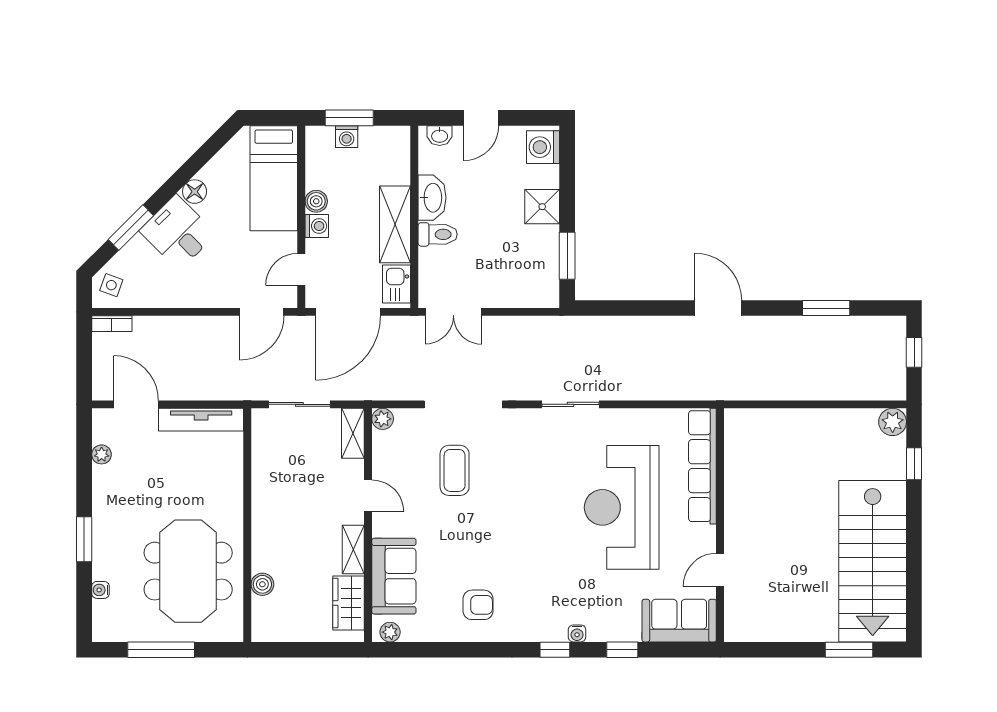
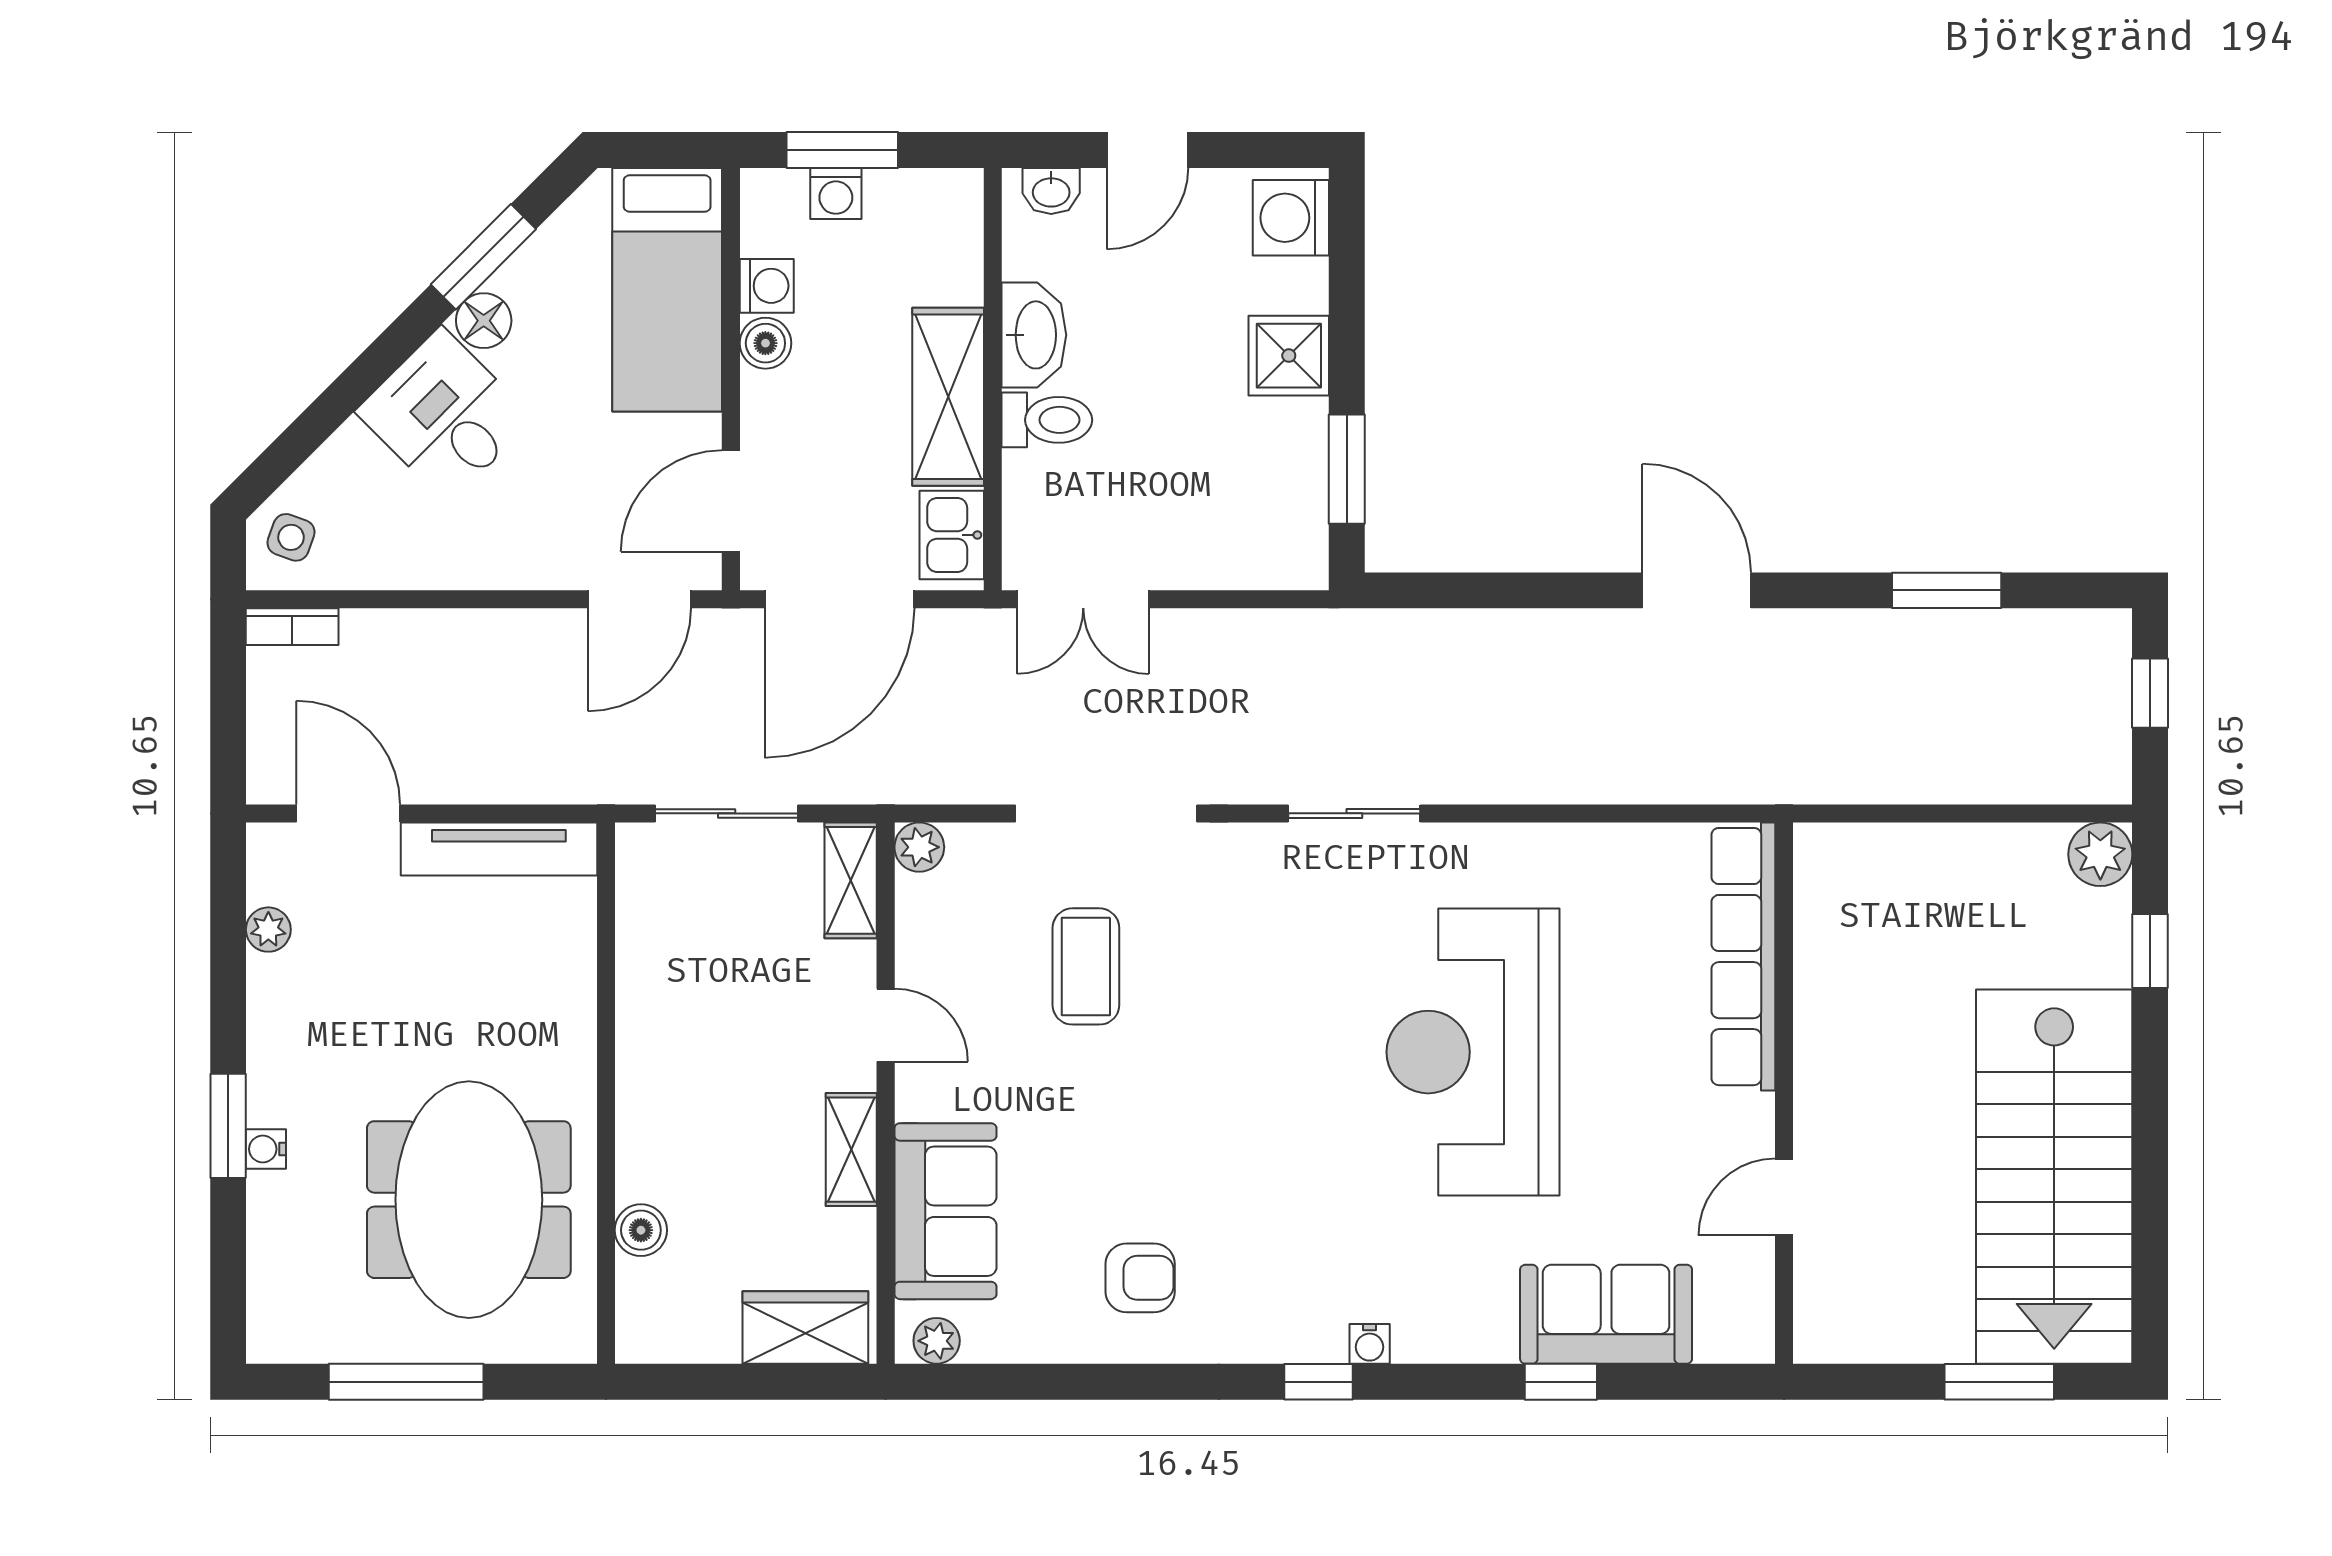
washing machine: (317, 226) -> (767, 286), moved
window: (131, 227) -> (483, 257), moved
door: (301, 269) -> (731, 501), width x1.38
row of seats: (702, 466) -> (1743, 957), moved
wall: (720, 525) -> (1784, 1093), moved
door: (720, 570) -> (1784, 1197), moved
water cooler: (100, 590) -> (266, 1149), moved
wardrobe: (349, 603) -> (805, 1327), moved, turned 90
window: (622, 650) -> (1561, 1382), moved

